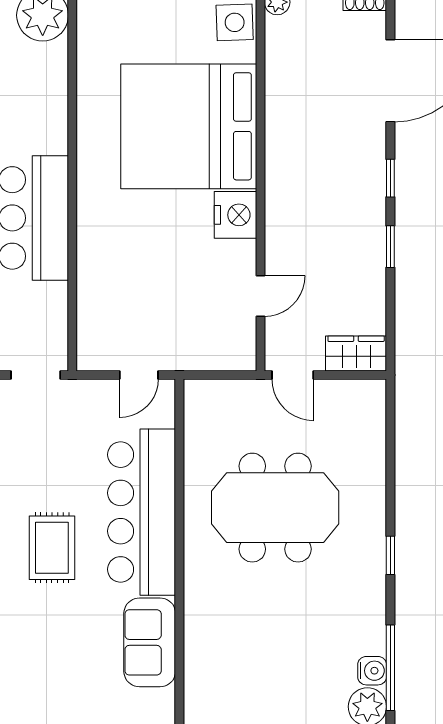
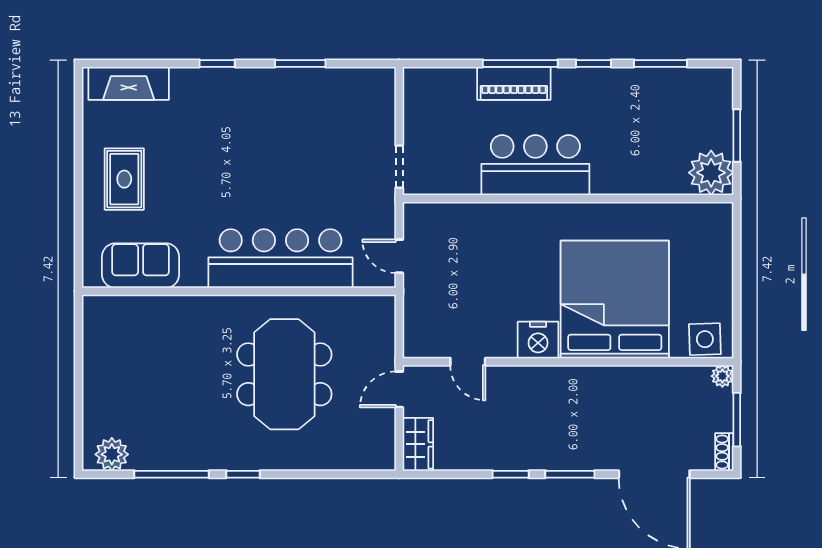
window: (390, 178) -> (570, 474), width x1.50
rug: (52, 548) -> (124, 179), moved, turned 90
sofa: (150, 642) -> (141, 266), moved
window: (390, 668) -> (172, 474), moved
water cooler: (372, 671) -> (143, 458), removed

